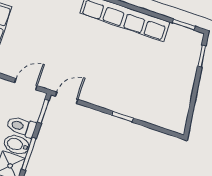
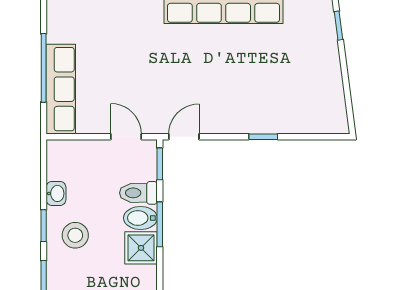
door: (26, 84) -> (126, 137), hinge flipped

